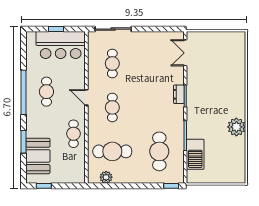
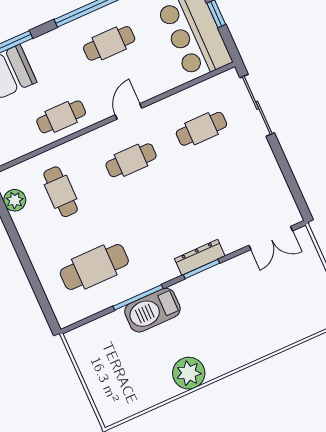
double door: (185, 53) -> (271, 238), swing flipped
dresser: (179, 94) -> (200, 257), width x1.44
cafe table: (112, 151) -> (61, 192), width x0.73, depth x0.74
barbecue: (195, 154) -> (152, 310), moved
window: (171, 186) -> (47, 311), removed

